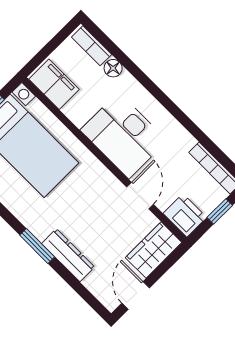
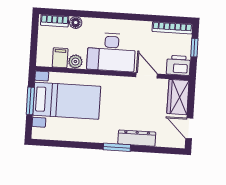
filing cabinet: (54, 84) -> (60, 58), width x0.50
plant: (75, 111) -> (75, 62), added

